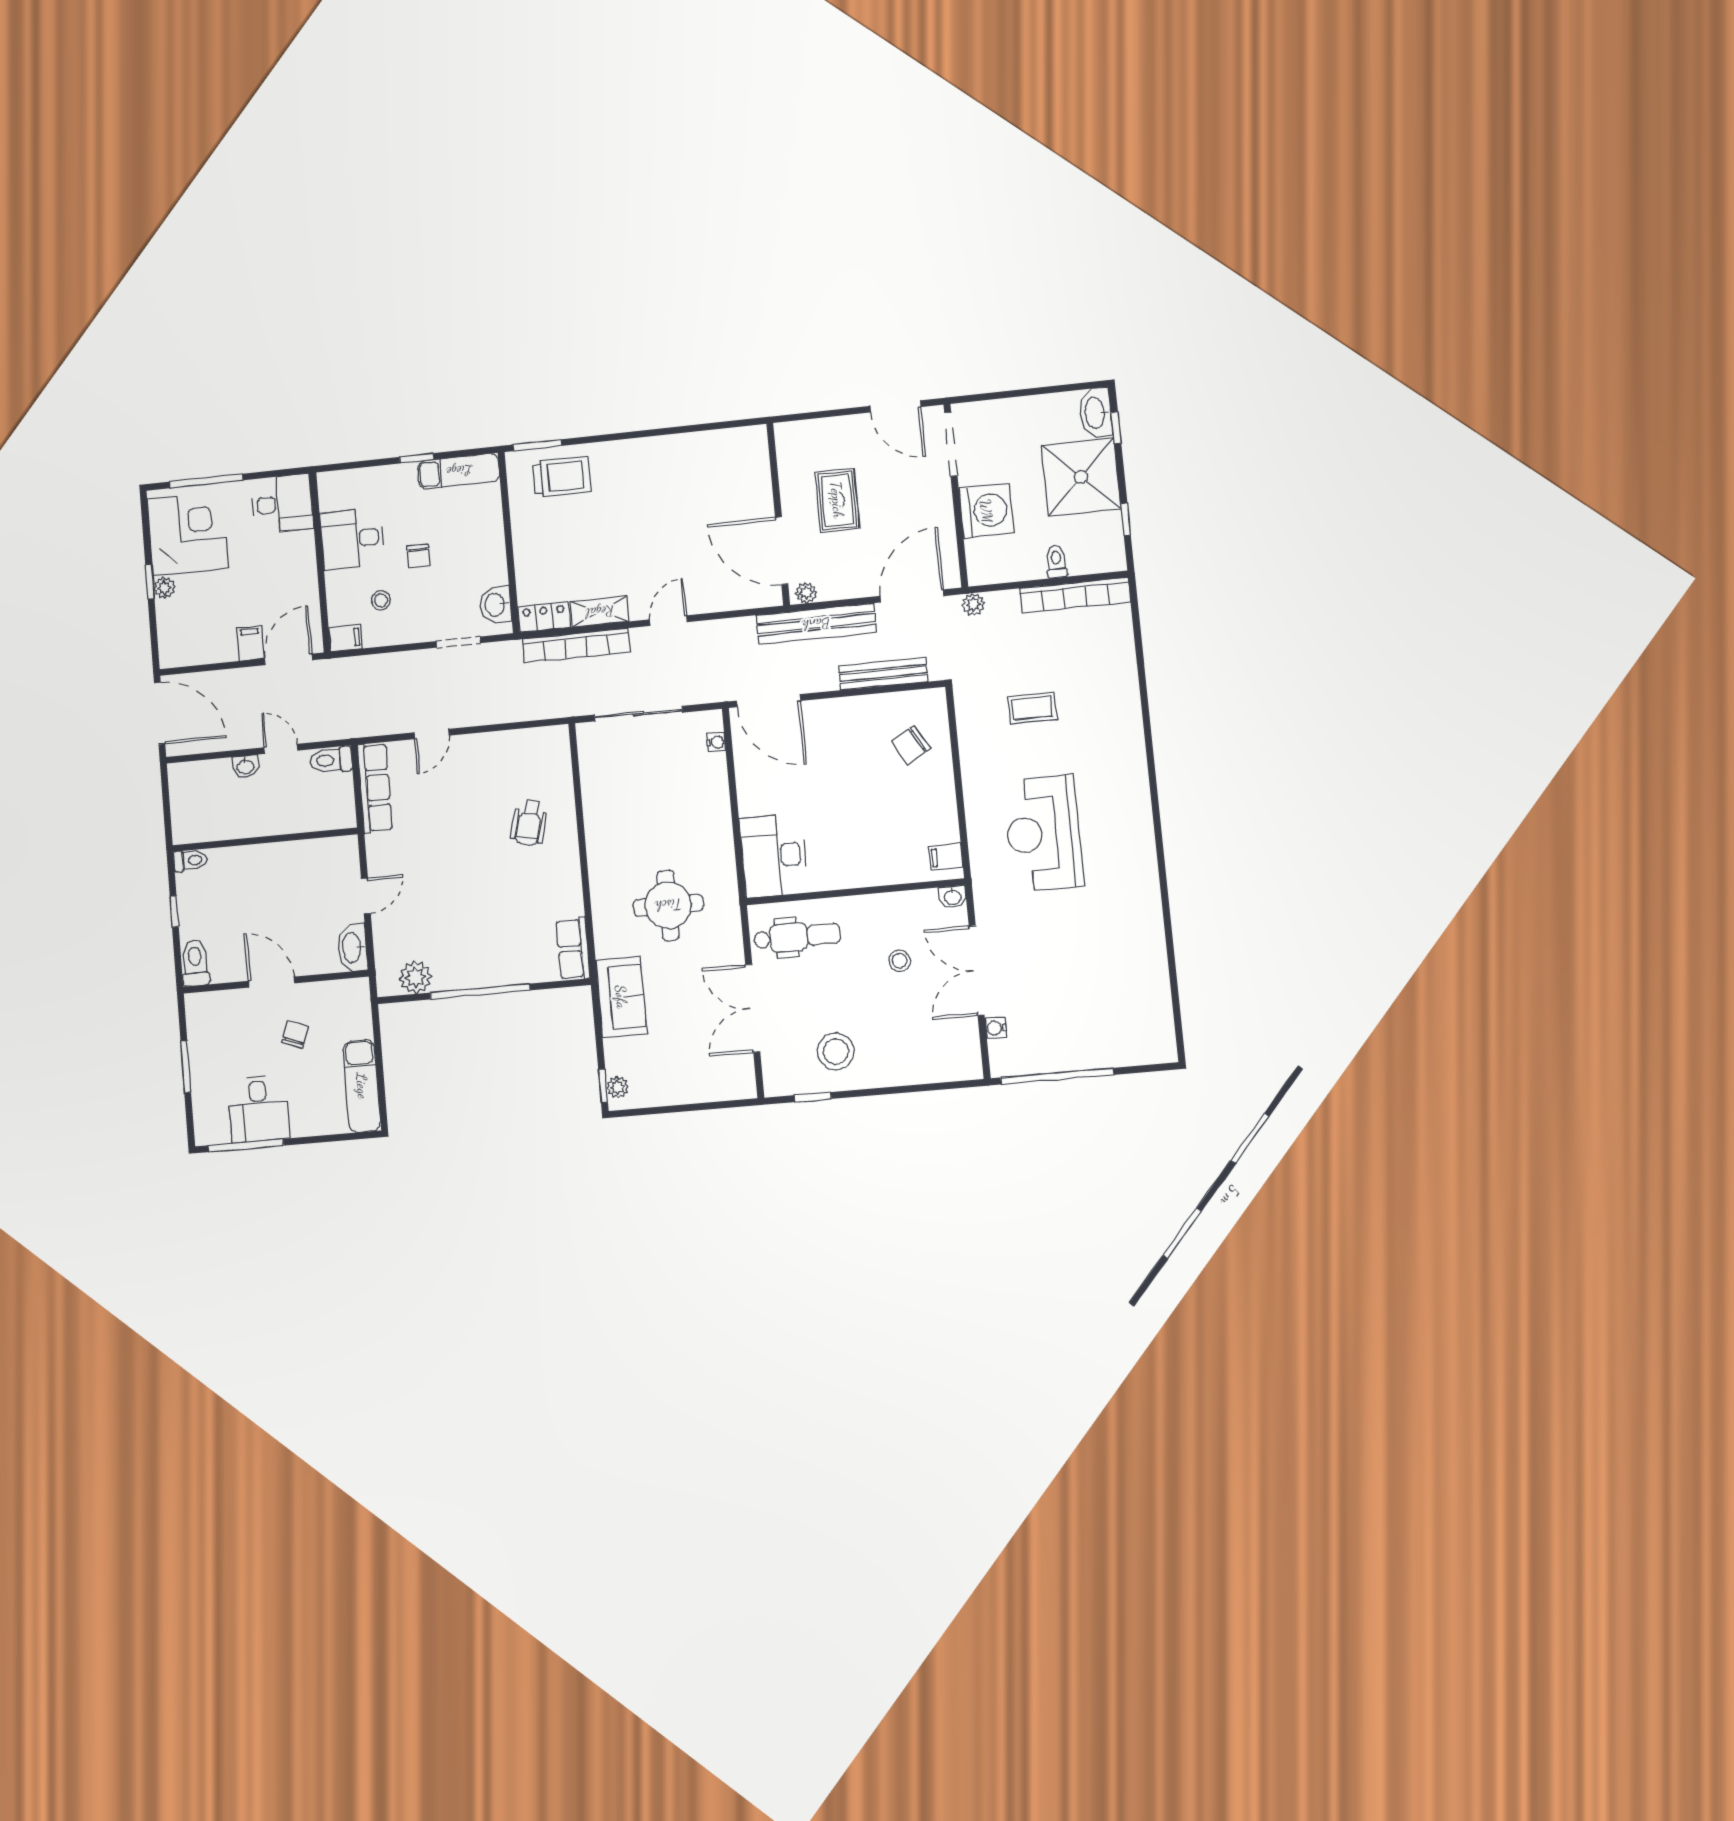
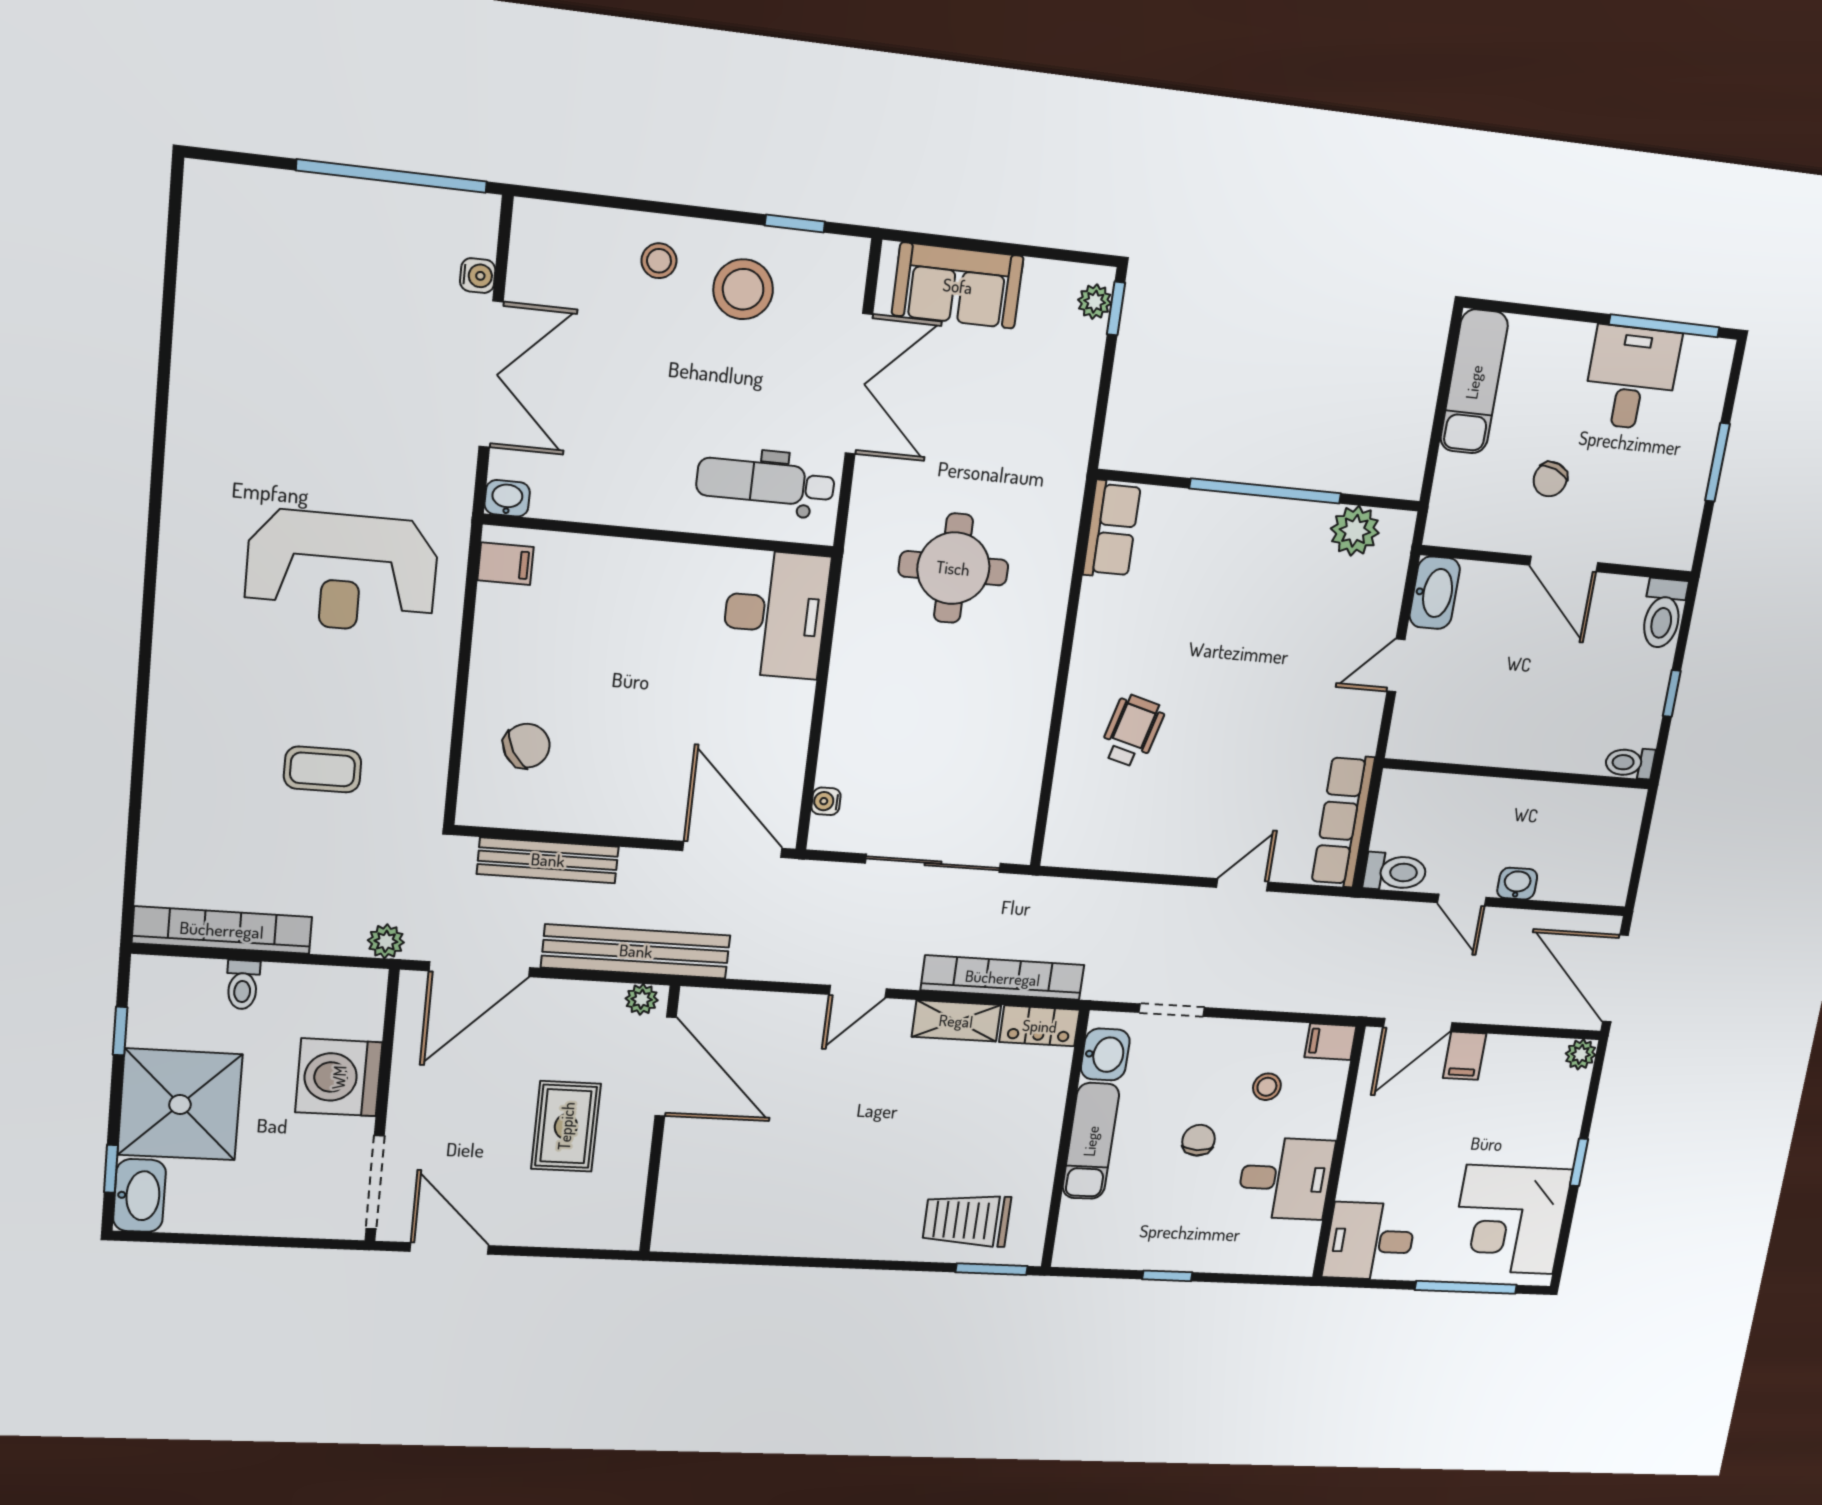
exam couch: (459, 471) -> (1091, 1141), moved, turned 90
plant: (164, 588) -> (1581, 1054), moved
reception desk: (1043, 833) -> (342, 572), turned 90
stool: (900, 961) -> (659, 261), moved
sofa: (621, 997) -> (958, 286), moved, turned -90

